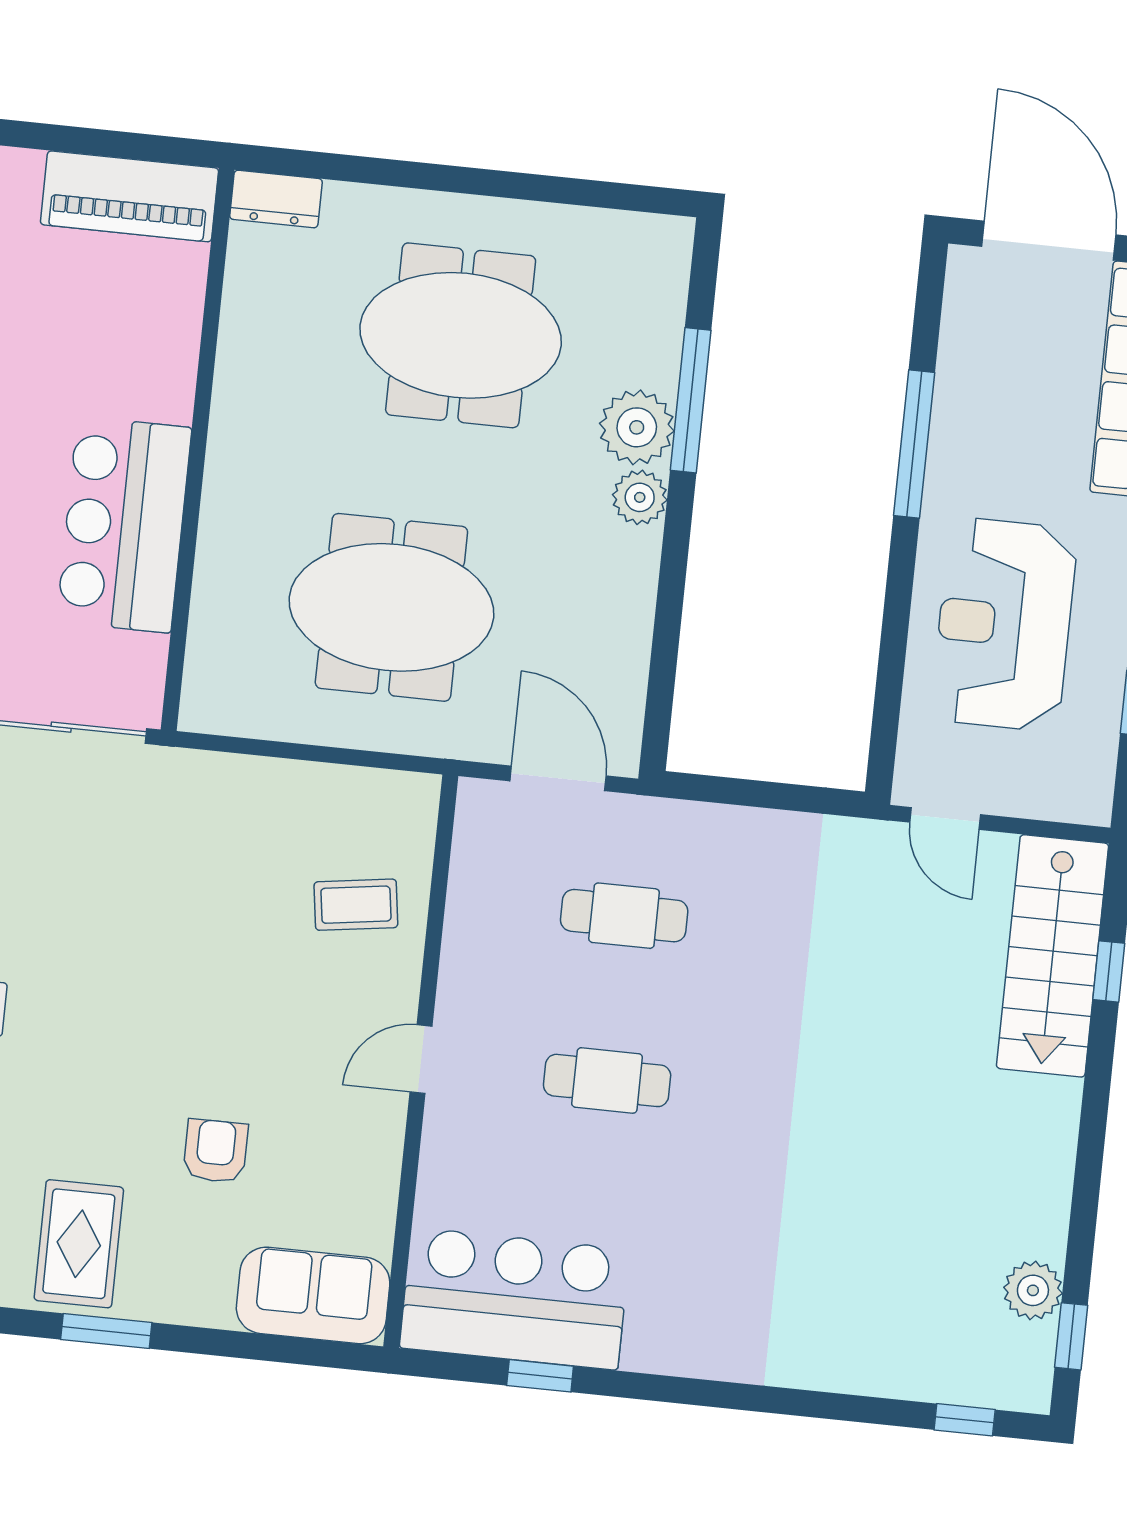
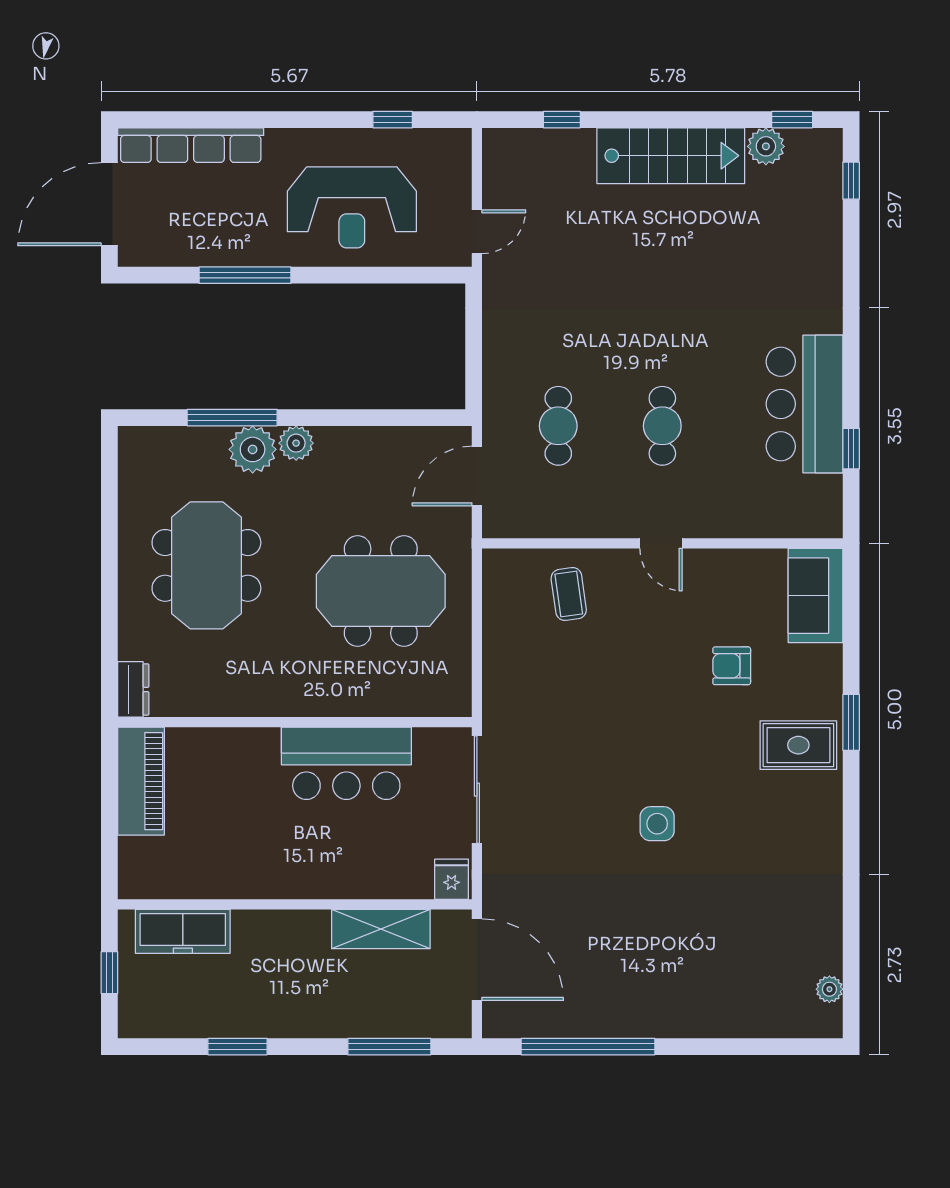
meeting table: (391, 607) -> (381, 591), turned 90
stairs: (1053, 956) -> (671, 156), moved
bar counter: (515, 1299) -> (804, 404), moved

